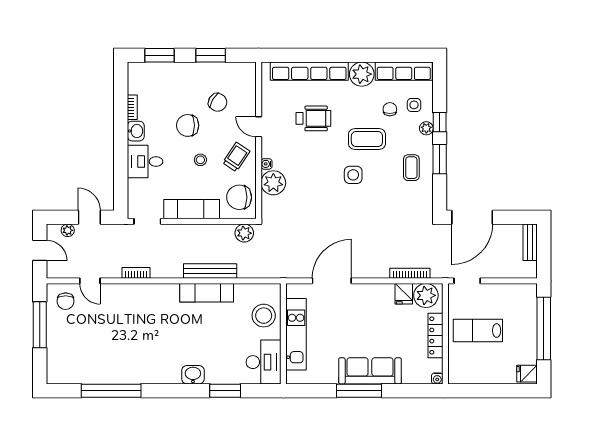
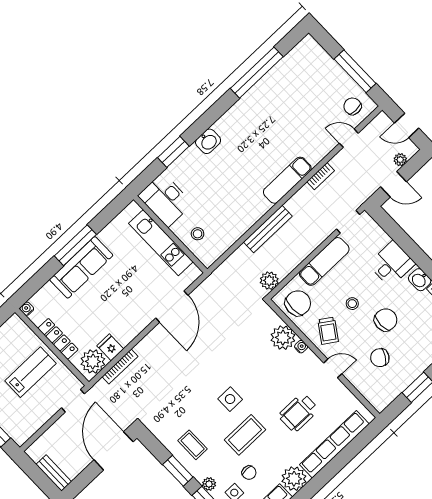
exam couch: (207, 293) -> (287, 180), moved
stool: (264, 316) -> (198, 234), width x0.53, depth x0.53

